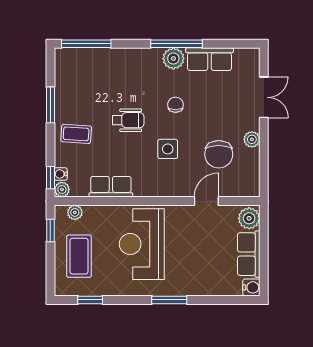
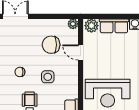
plant: (252, 139) -> (73, 24), moved
chair: (219, 154) -> (51, 45), turned 180

